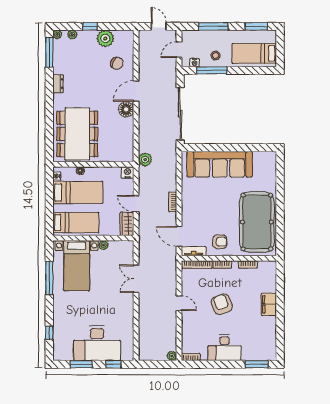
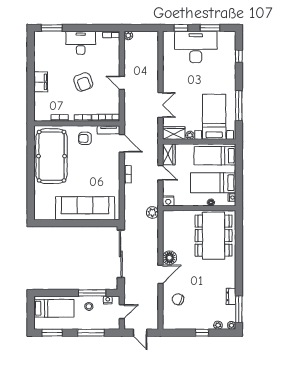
plant: (105, 38) -> (188, 322), removed
dresser: (58, 84) -> (231, 296), moved
wardrobe: (121, 248) -> (174, 133), added

